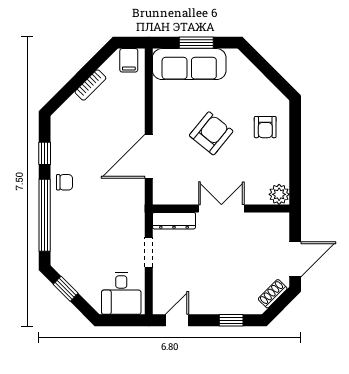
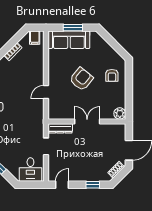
door: (149, 156) -> (46, 92), width x0.53

